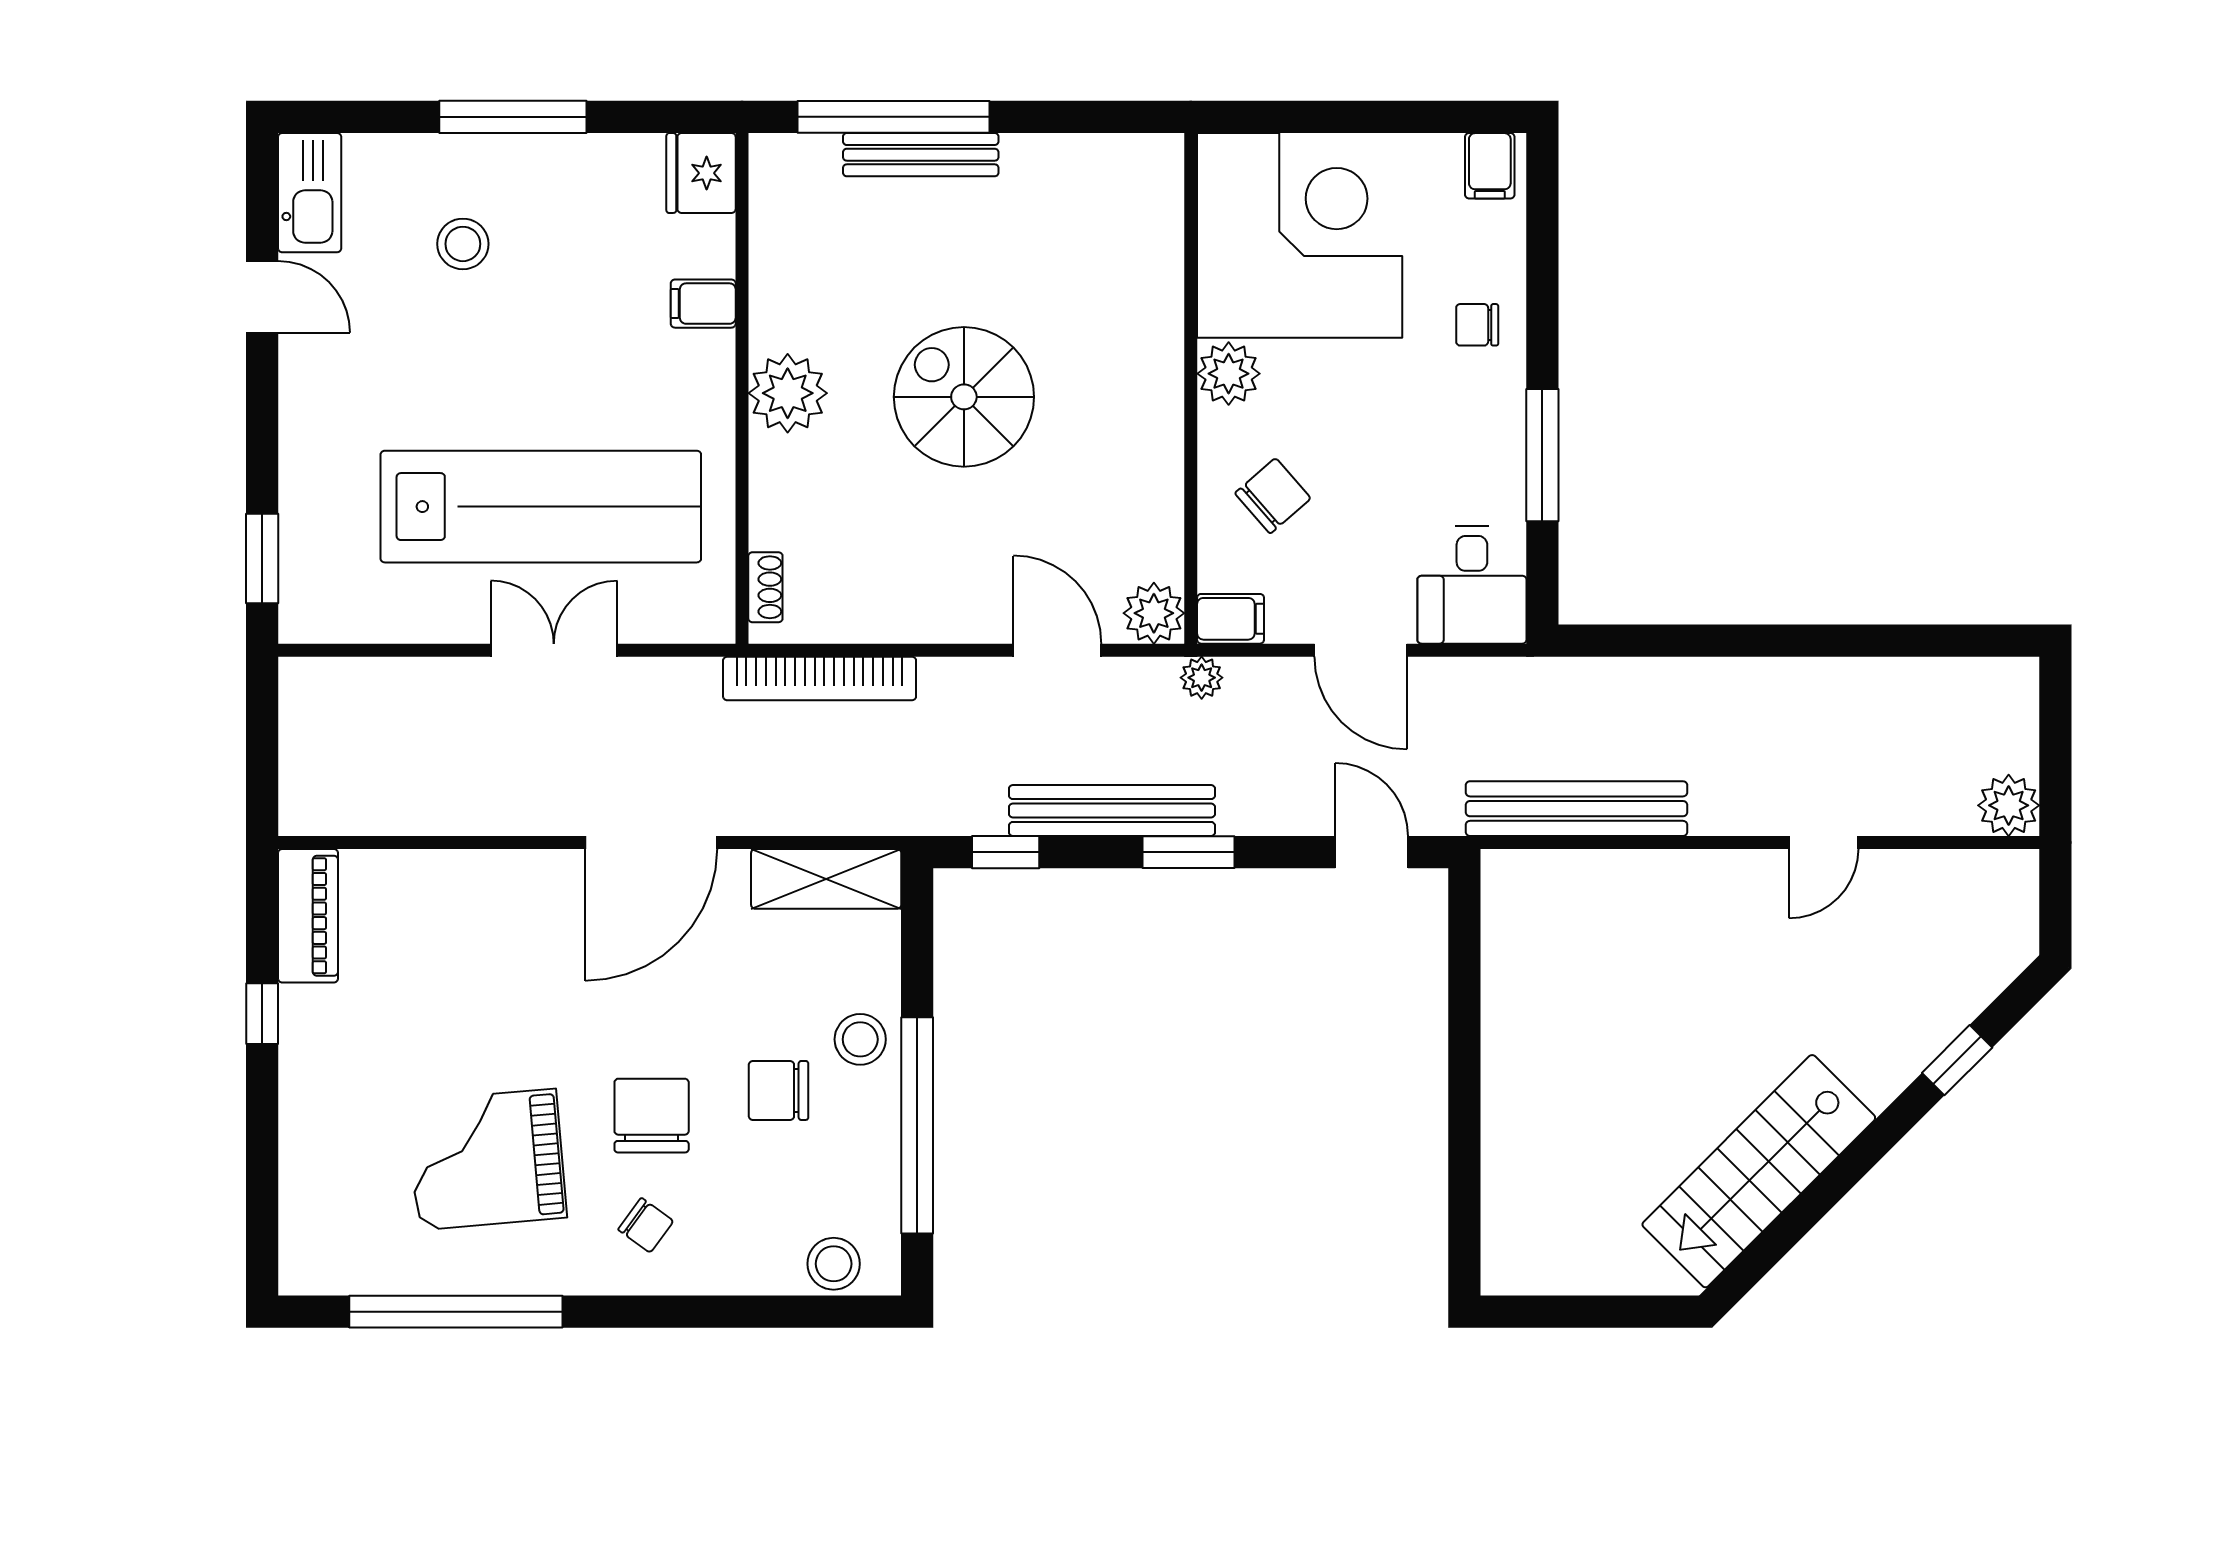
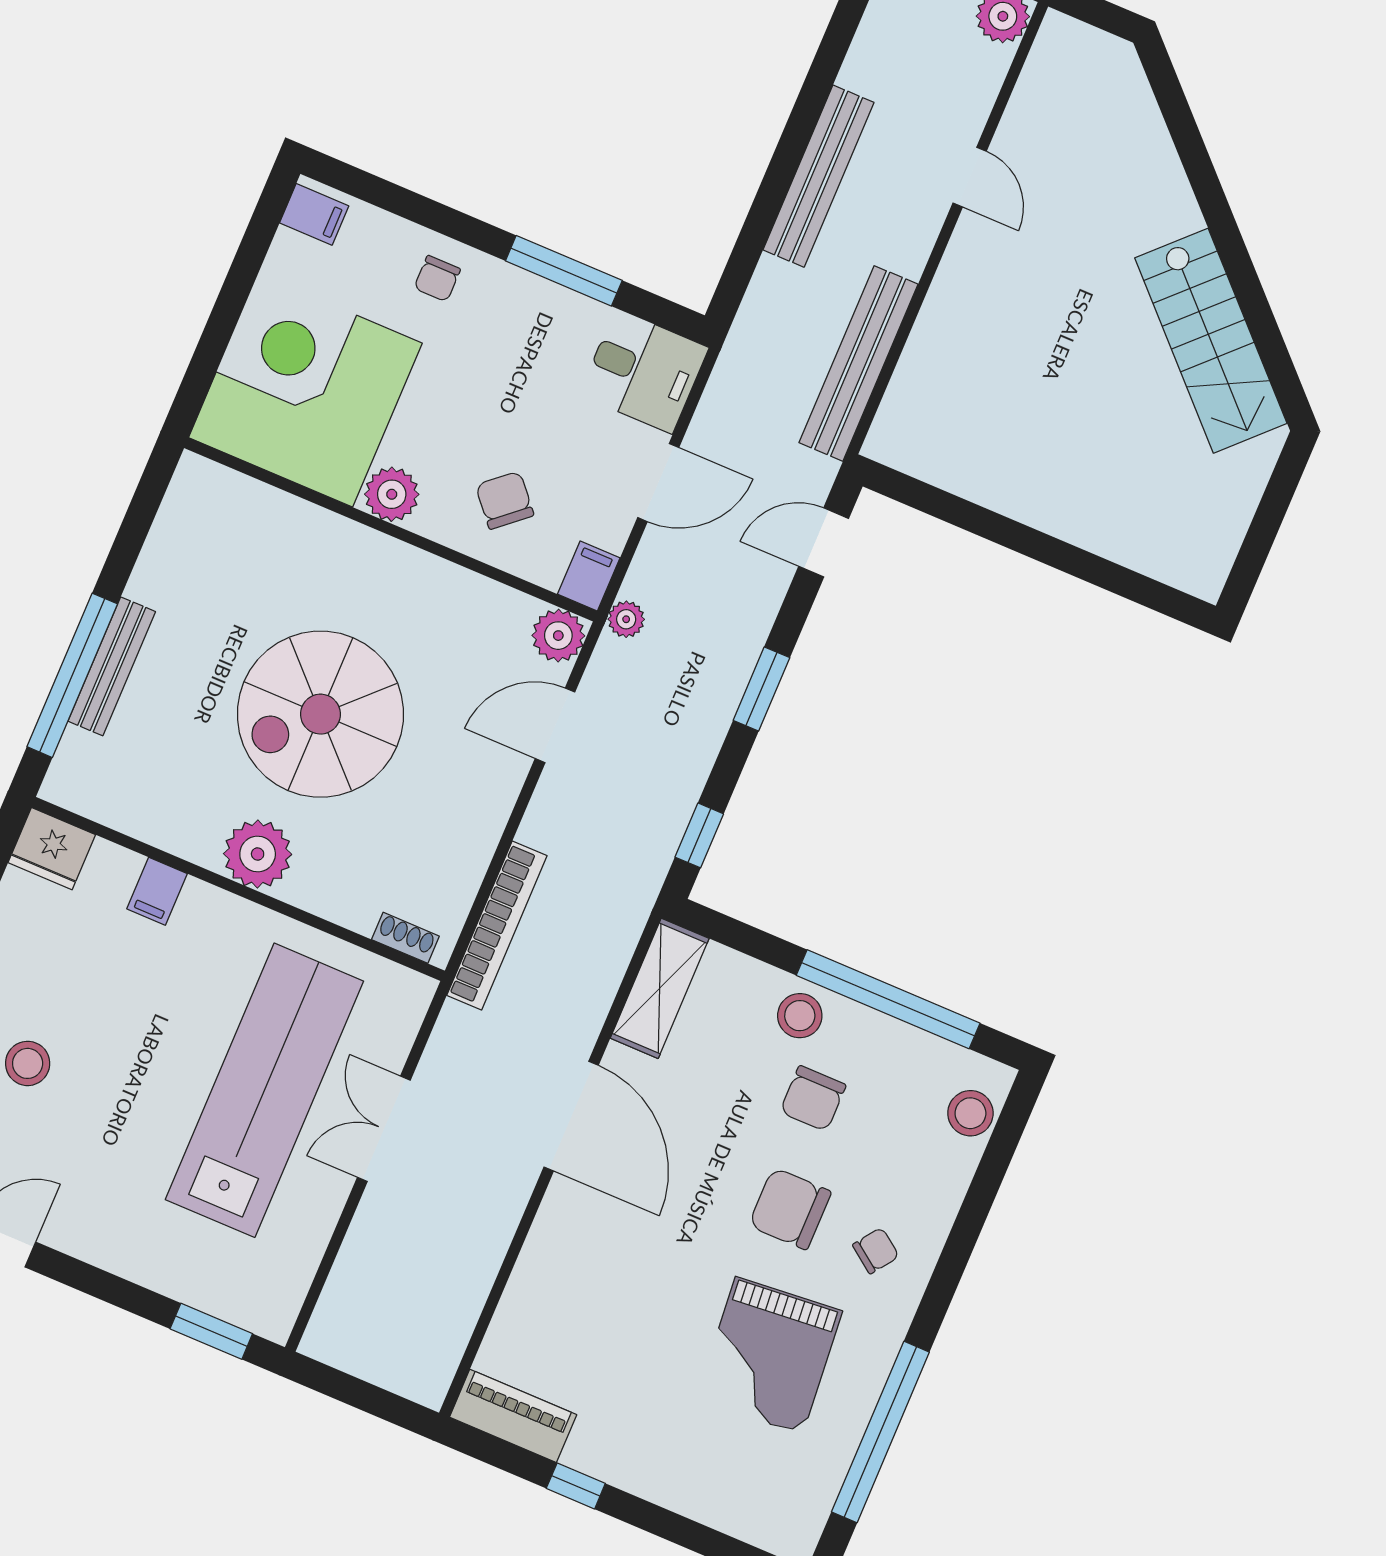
spiral stairs: (964, 397) -> (320, 714), width x1.37, depth x1.37
bench: (1112, 811) -> (818, 176), moved
window: (1957, 1060) -> (1189, 144), removed

